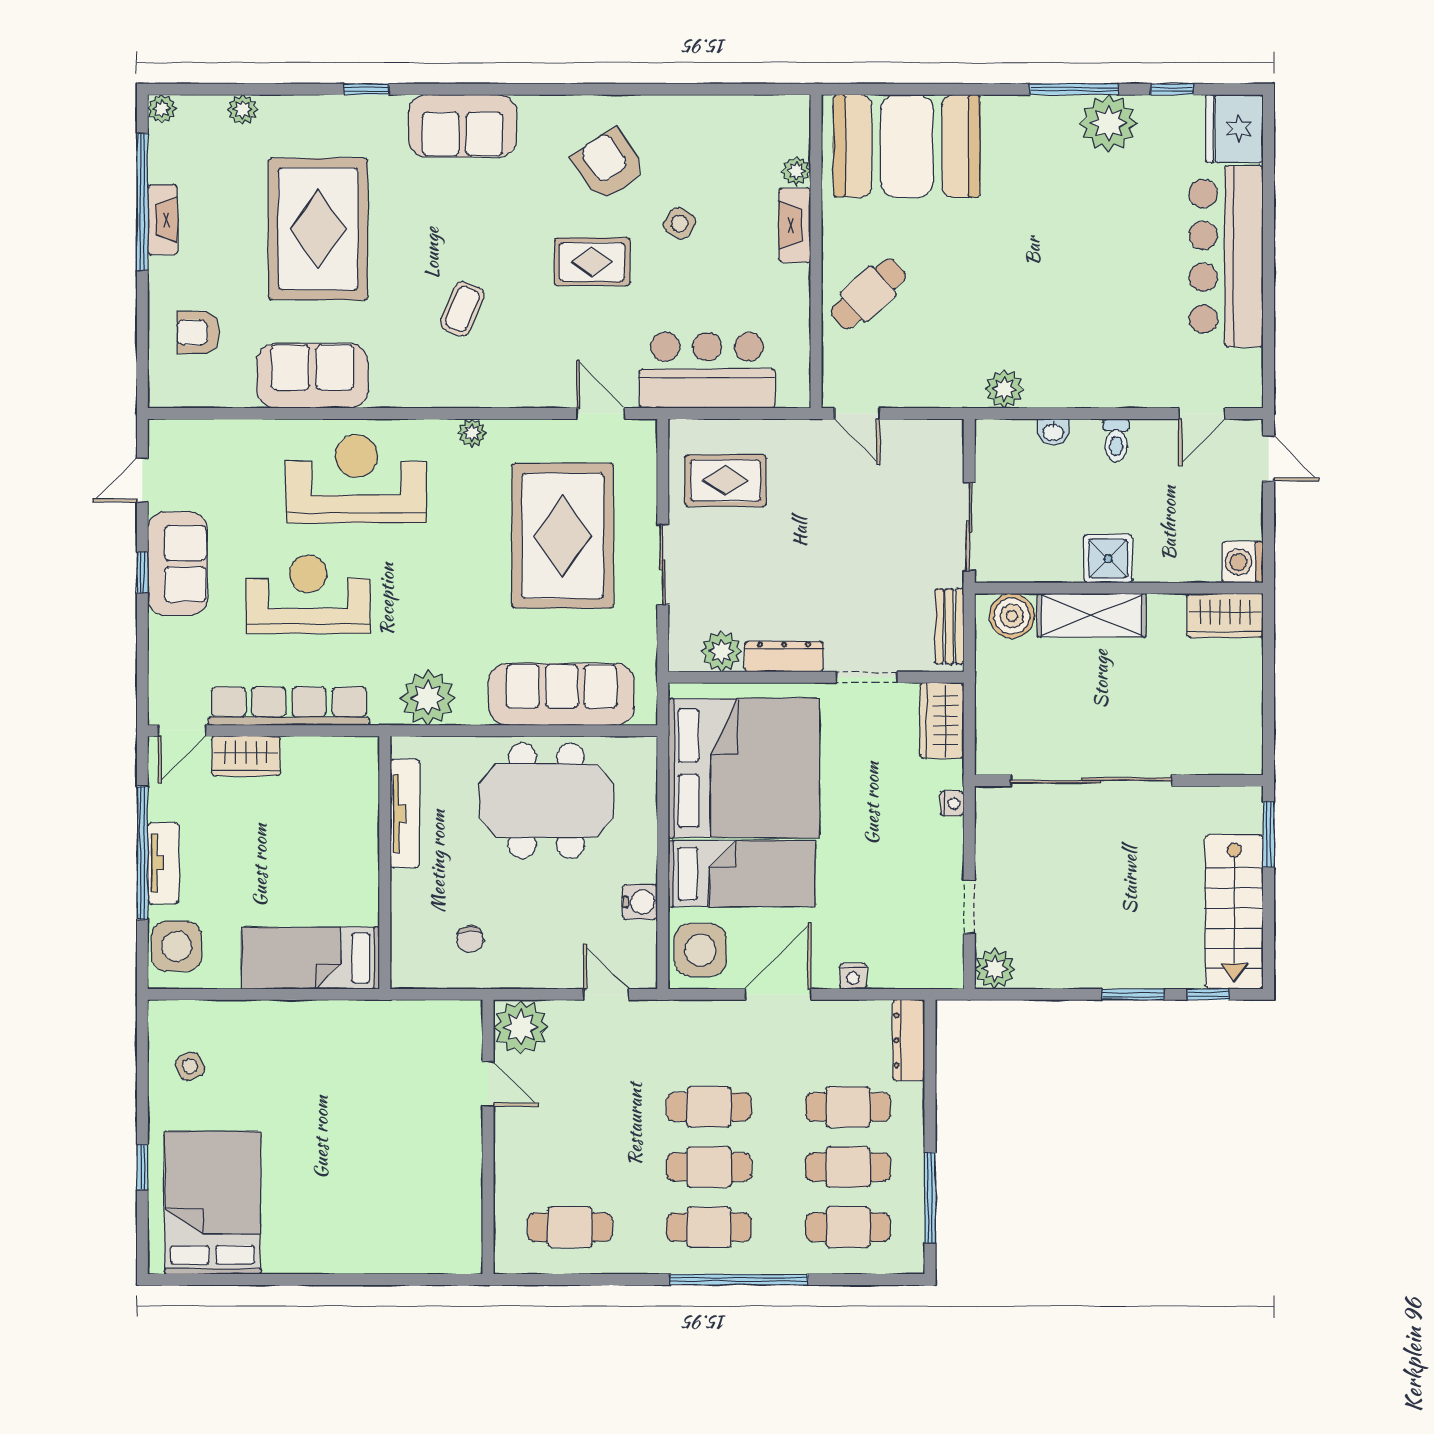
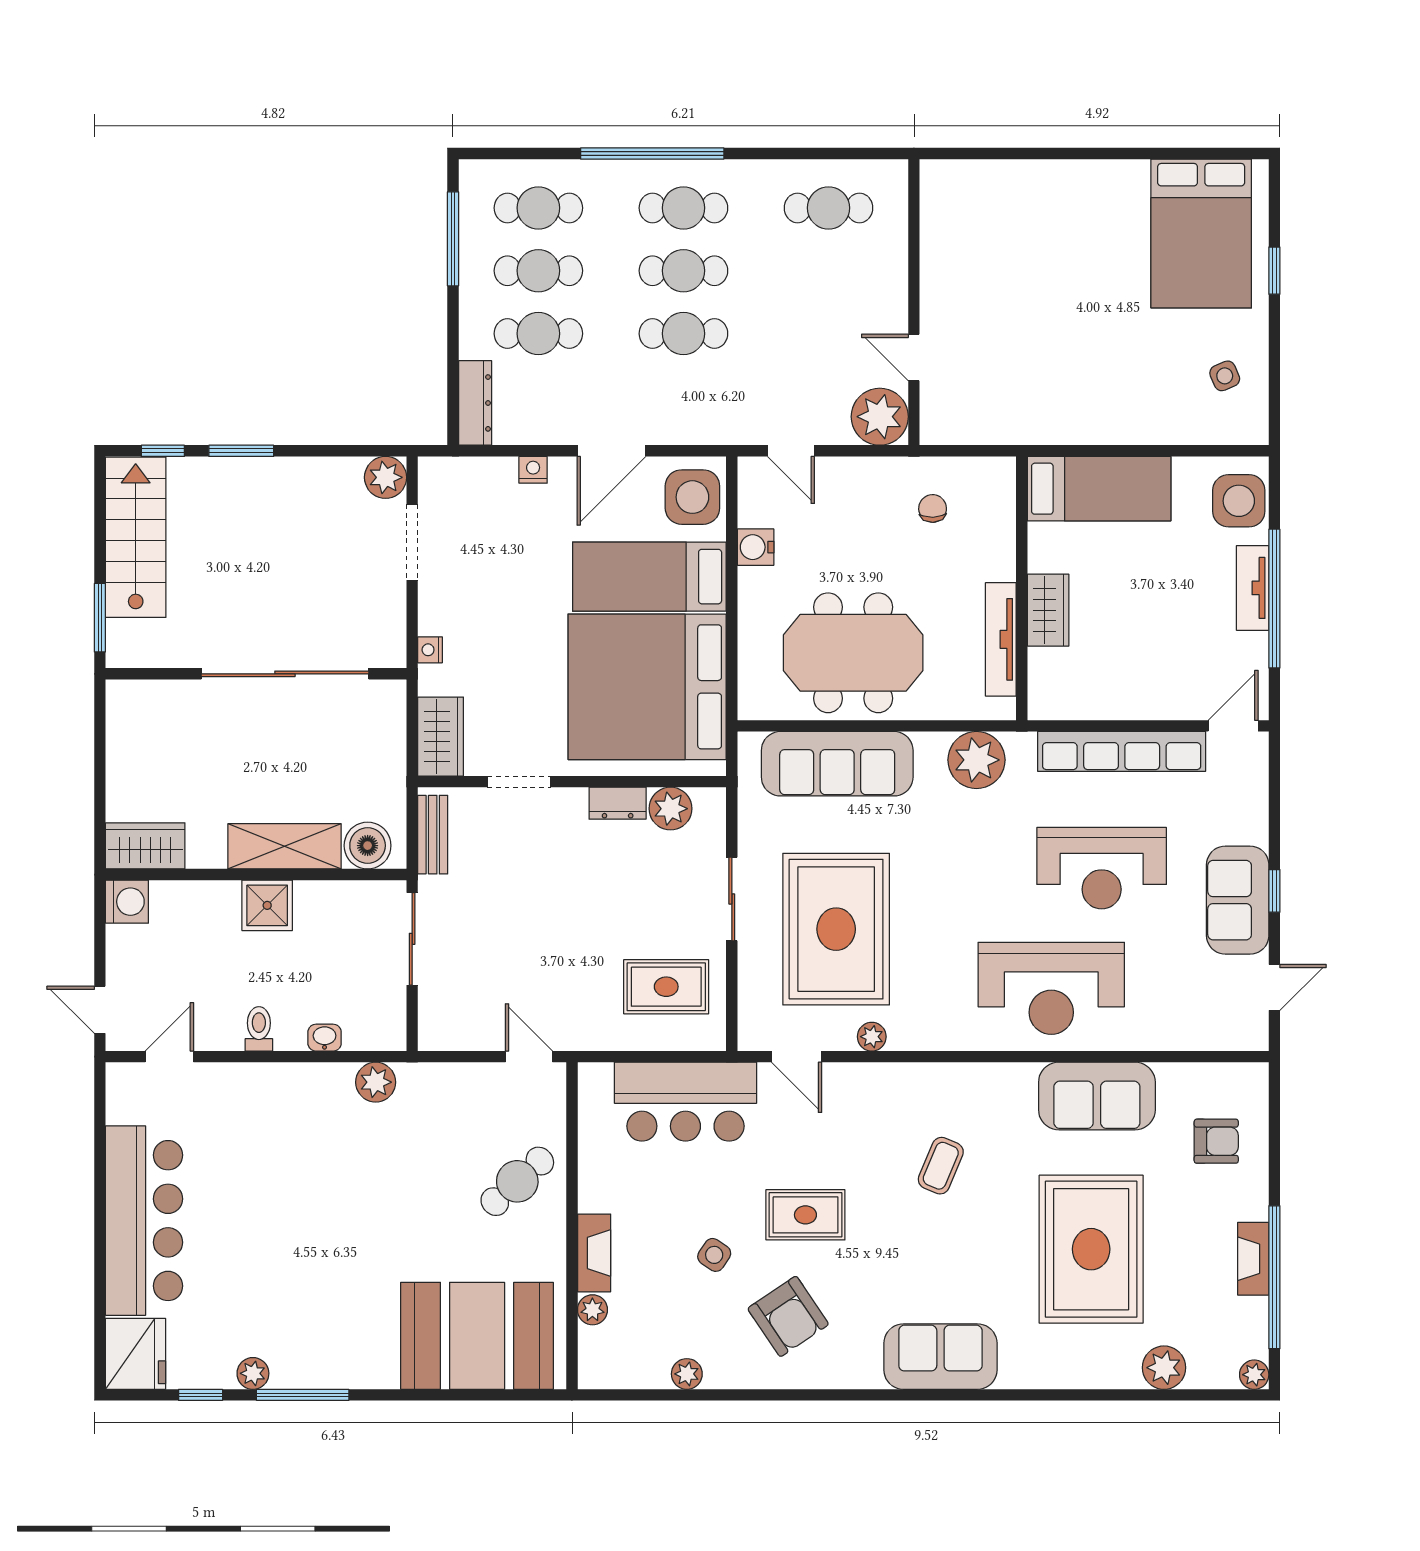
window: (366, 89) -> (1041, 1395), removed
plant: (706, 109) -> (687, 1374), added
plant: (243, 110) -> (1164, 1368), width x1.38, depth x1.38
plant: (1108, 123) -> (253, 1373), width x0.53, depth x0.53
plant: (472, 433) -> (872, 1037), moved
dresser: (784, 656) -> (618, 803), width x0.70
wardrobe: (246, 756) -> (1048, 610), moved, turned 90
doorway: (969, 907) -> (412, 542), width x1.38

